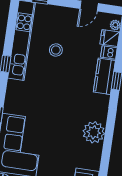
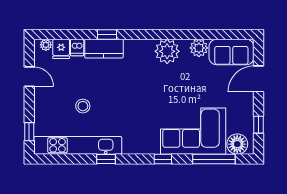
plant: (93, 161) -> (199, 48), added

